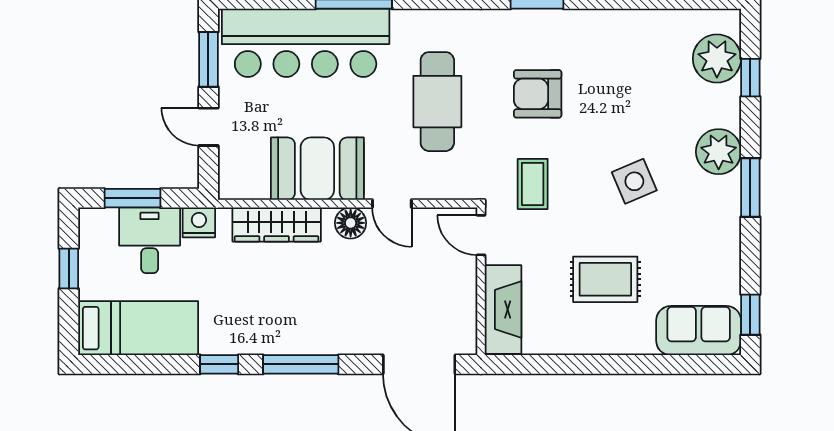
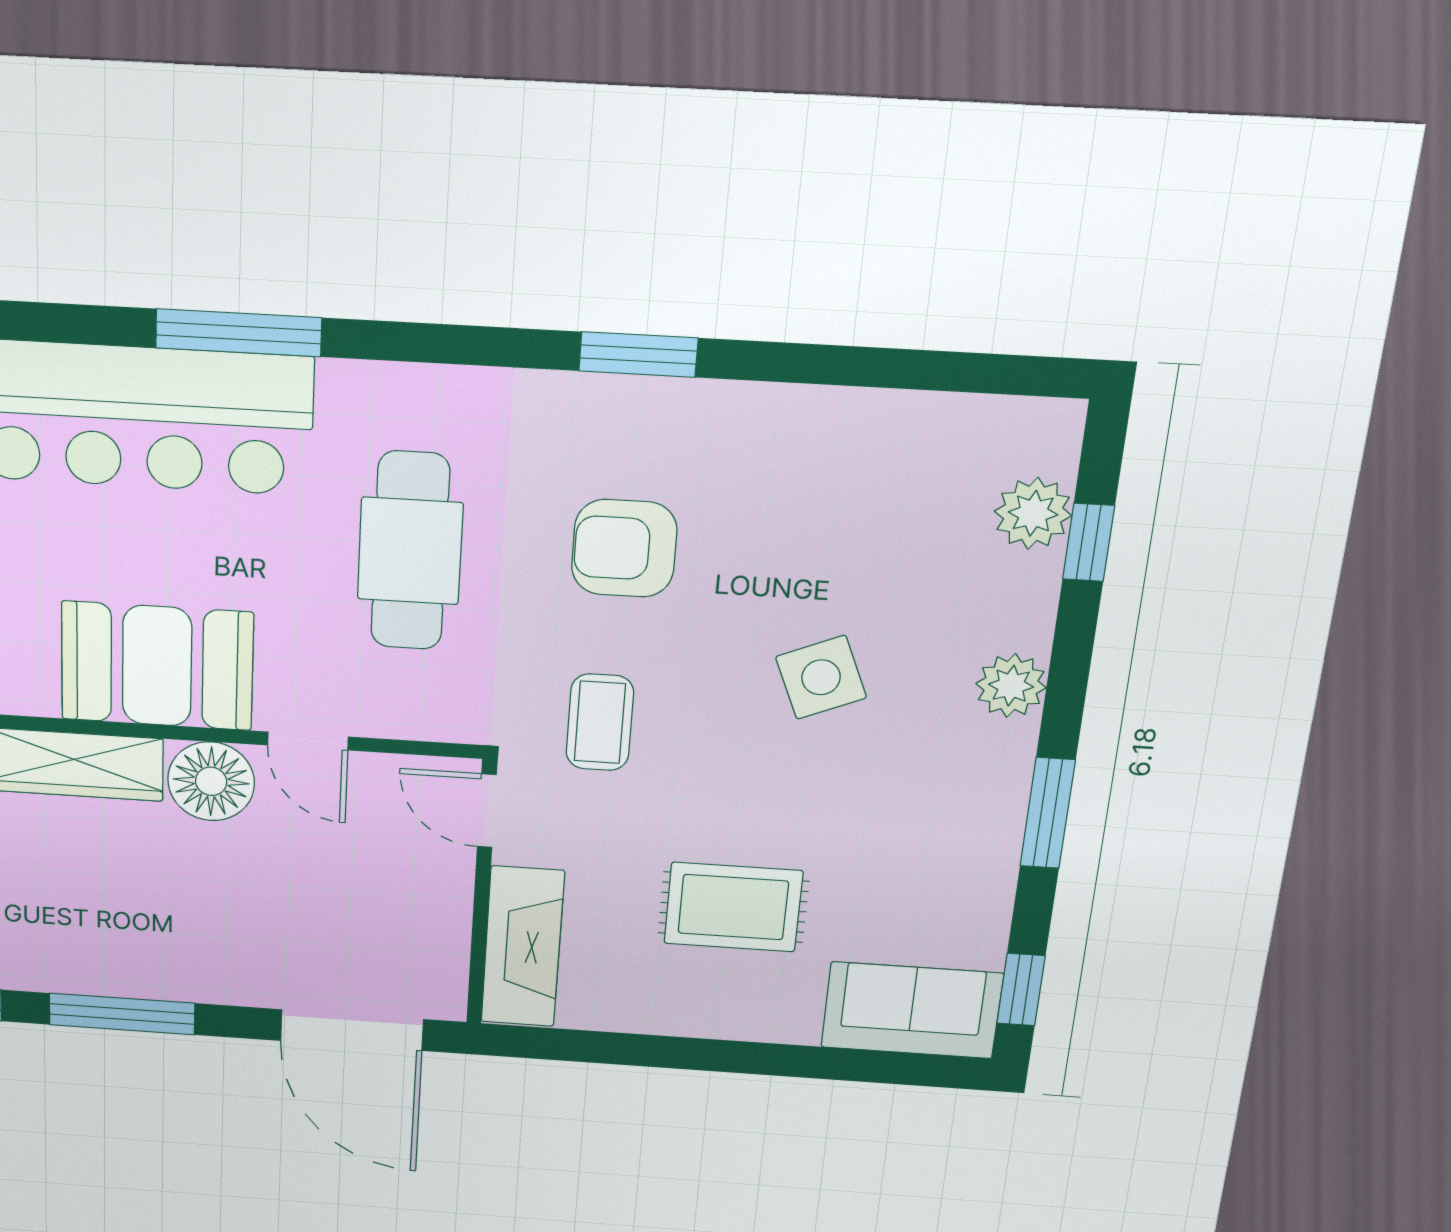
plant: (717, 59) -> (1033, 513), width x0.73, depth x0.73
plant: (719, 152) -> (1011, 686), width x0.73, depth x0.73
side table: (634, 181) -> (821, 677), moved
window: (750, 188) -> (1048, 813), moved
floor lamp: (351, 223) -> (211, 781), width x1.38, depth x1.38

